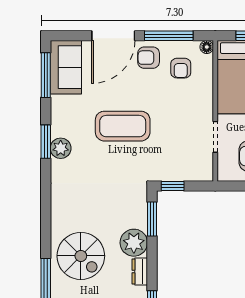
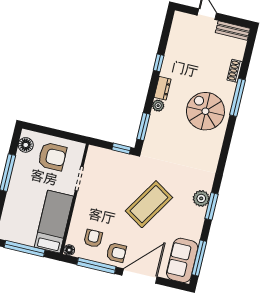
coffee table: (123, 126) -> (149, 204), turned -58
plant: (134, 243) -> (158, 106), width x0.53, depth x0.53

